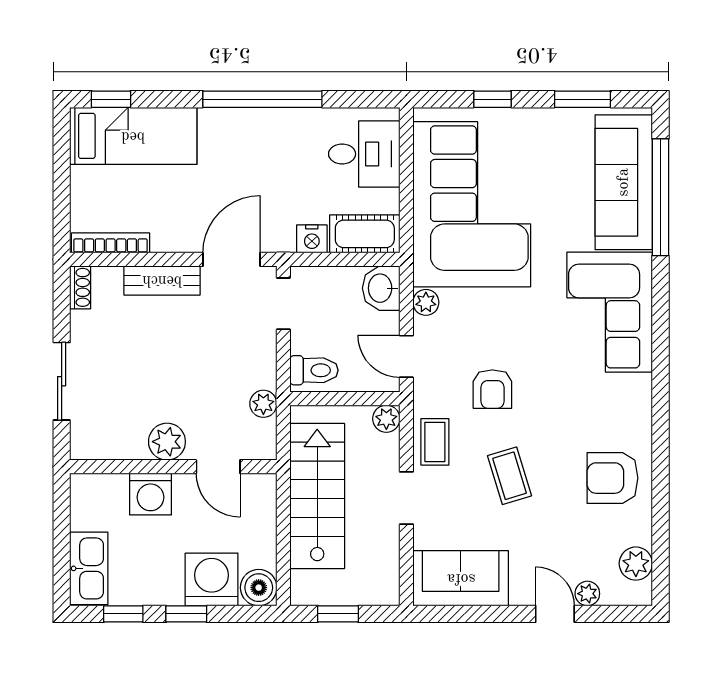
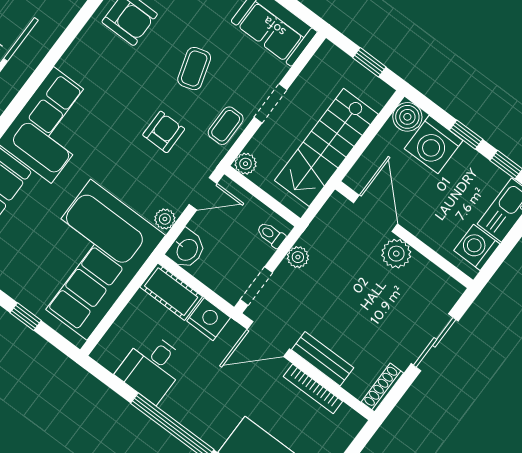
desk: (364, 154) -> (152, 368), moved, turned -90
nightstand: (312, 239) -> (209, 319), width x1.36, depth x1.33
bookcase: (111, 243) -> (313, 389), moved
shoe rack: (80, 287) -> (382, 387), width x1.43
door: (406, 356) -> (203, 194), hinge flipped
toilet: (314, 370) -> (271, 235), width x0.73, depth x0.72
plant: (263, 404) -> (298, 257), moved
door: (218, 467) -> (376, 213), width x1.38
washing machine: (151, 494) -> (477, 247), moved, turned -90

